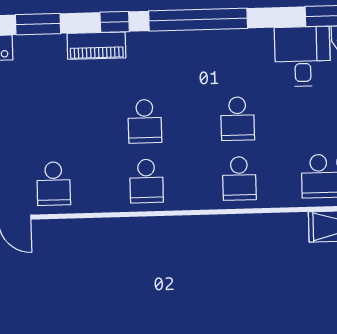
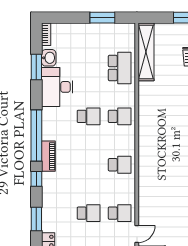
piano: (96, 46) -> (48, 156), moved
desk: (303, 56) -> (57, 87), width x1.37
school desk: (145, 121) -> (89, 213), moved

